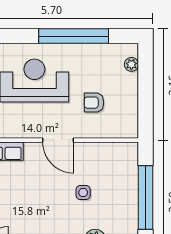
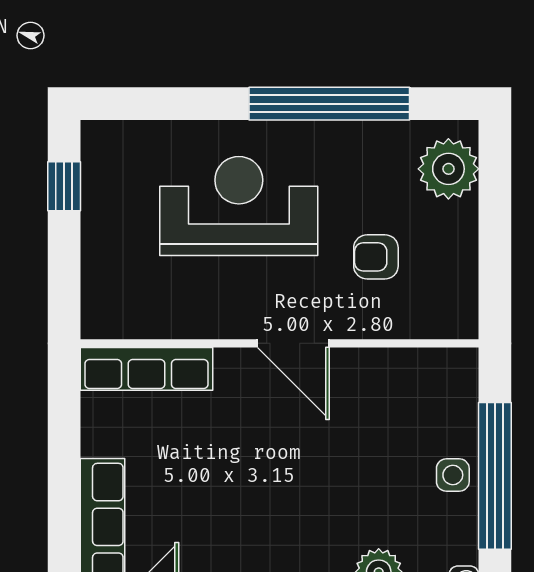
plant: (131, 64) -> (448, 169), width x1.88, depth x1.88
side table: (83, 193) -> (453, 475), moved

